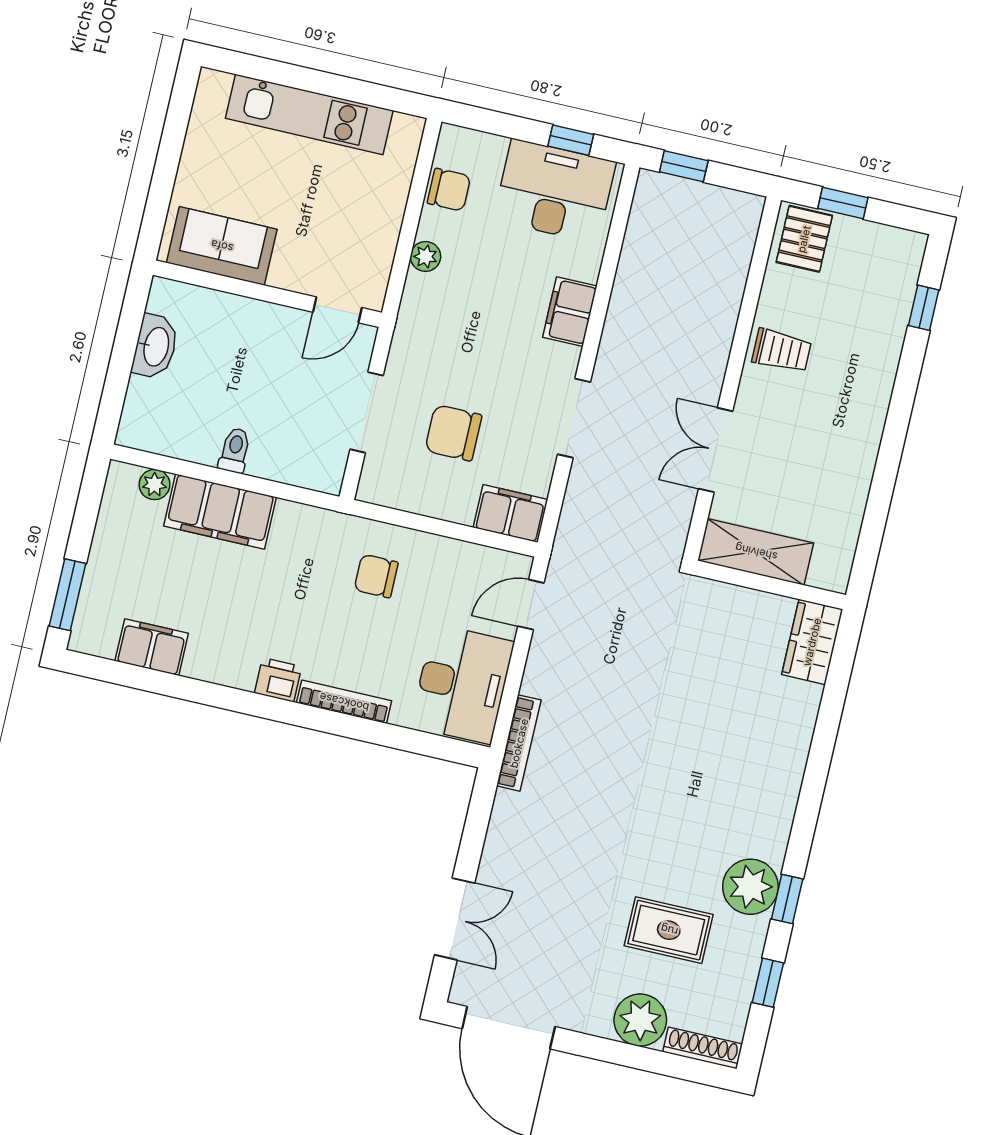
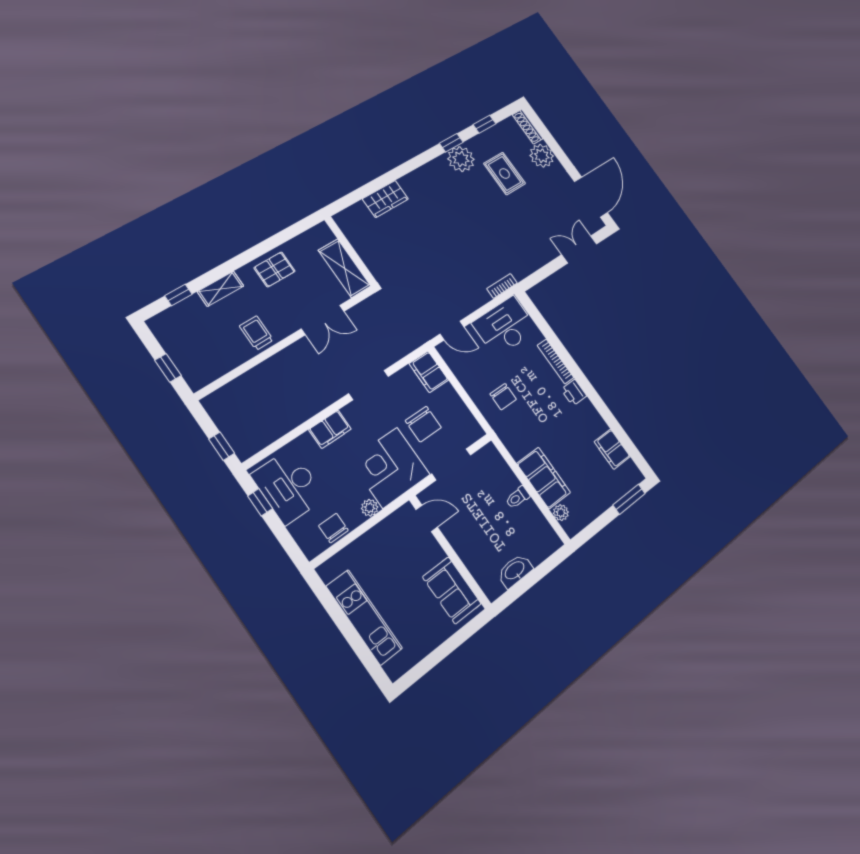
pallet: (804, 239) -> (275, 269), moved
corner desk: (446, 333) -> (390, 467), added
shelving: (882, 366) -> (221, 289), added
wardrobe: (812, 642) -> (385, 199), moved
bookcase: (519, 743) -> (502, 286), width x0.64

